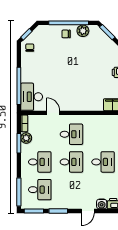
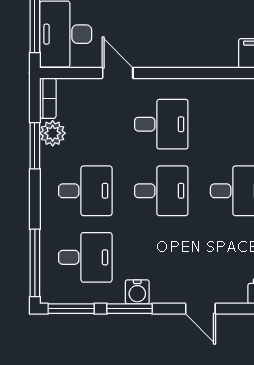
water cooler: (102, 204) -> (137, 292), moved
door: (88, 211) -> (200, 309), hinge flipped

